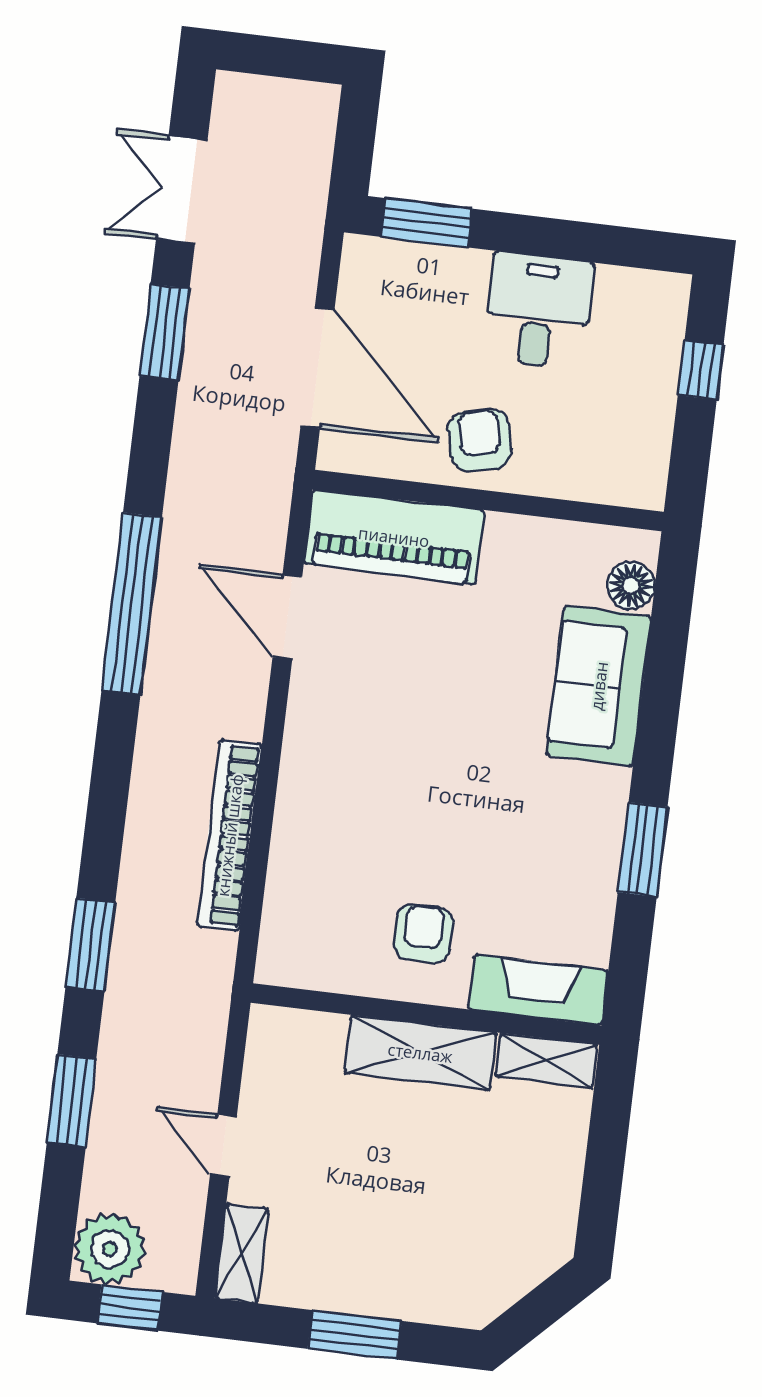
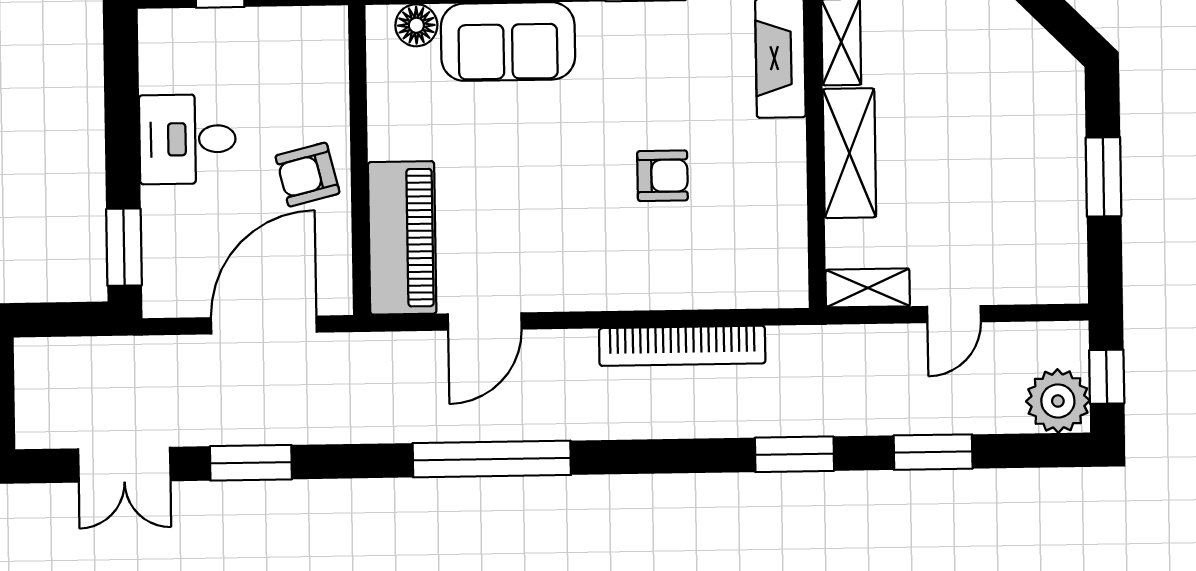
armchair: (423, 934) -> (662, 176), moved, turned 180
shelving: (242, 1253) -> (868, 288), moved

